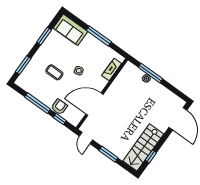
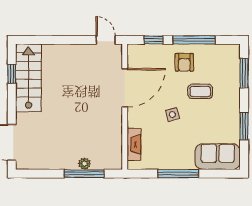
armchair: (59, 107) -> (184, 62), moved
window: (108, 154) -> (65, 40), removed

